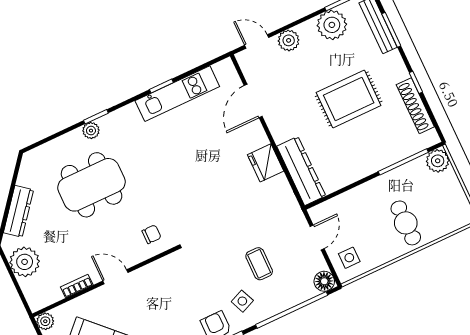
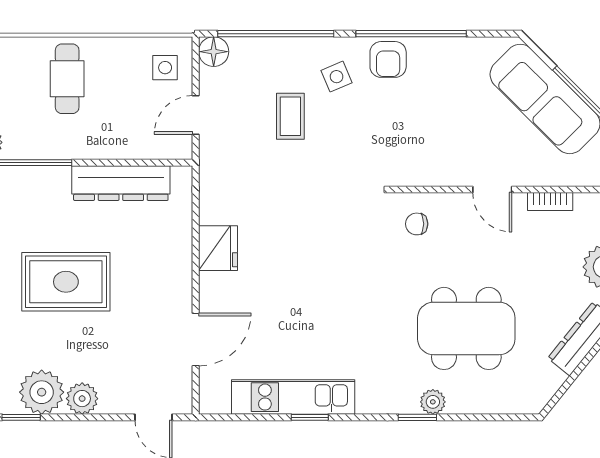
plant: (289, 40) -> (82, 399), moved
dresser: (301, 171) -> (121, 183), moved, turned -90

